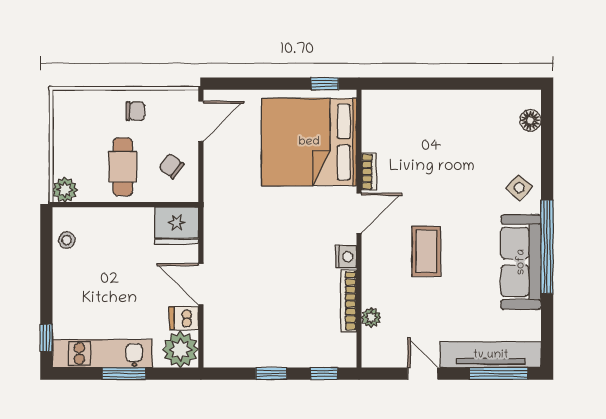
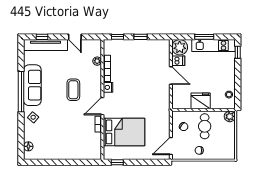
bed: (309, 142) -> (124, 132), width x0.73
fridge: (177, 226) -> (201, 101), moved
window: (499, 374) -> (42, 37), width x0.46

